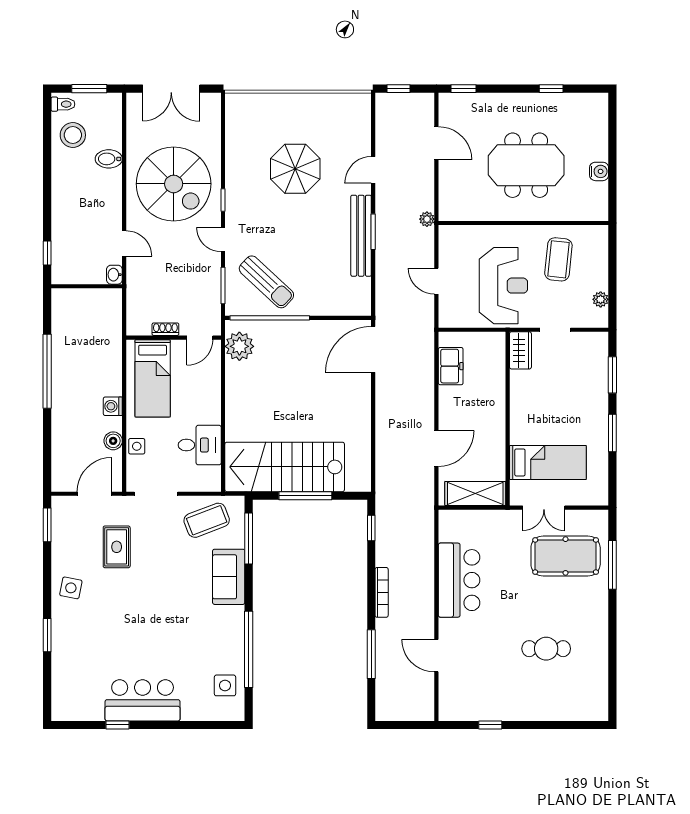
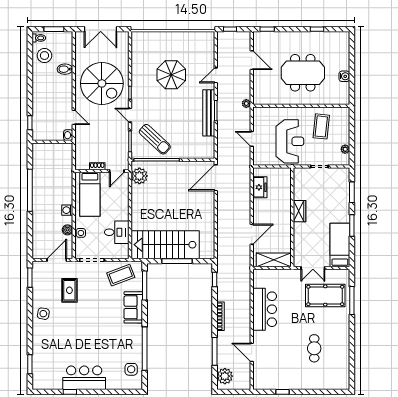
wardrobe: (520, 350) -> (300, 211), moved
bed: (548, 462) -> (340, 245), moved, turned -90
window: (47, 635) -> (30, 364), moved
cafe table: (546, 649) -> (314, 348), turned 90
plant: (389, 698) -> (225, 376), added

